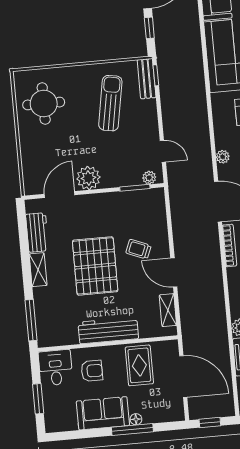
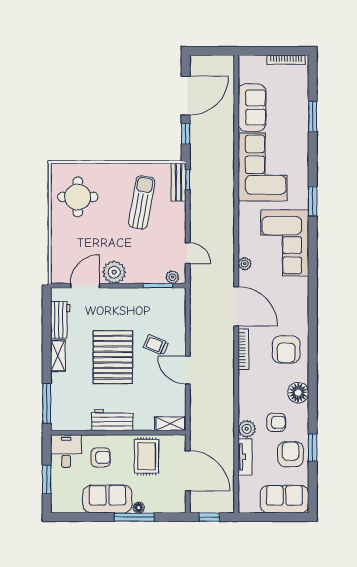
shelving: (168, 310) -> (170, 424), moved, turned 90
workbench: (108, 330) -> (112, 420), width x0.73

